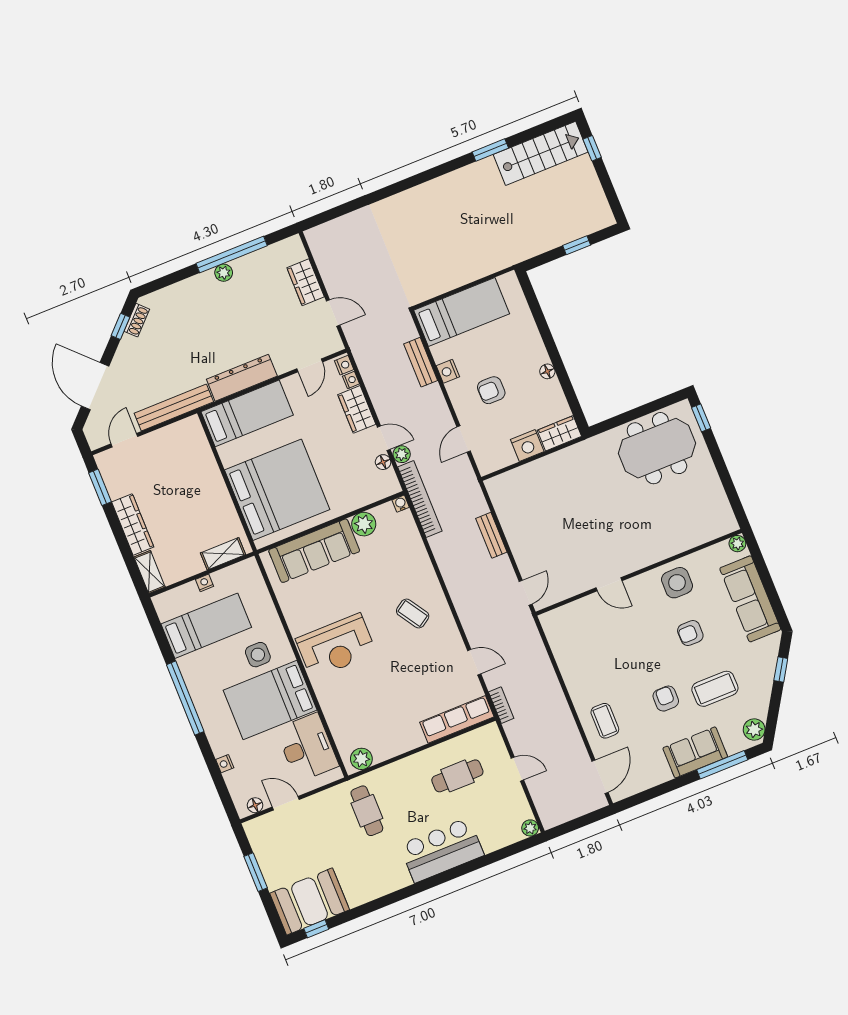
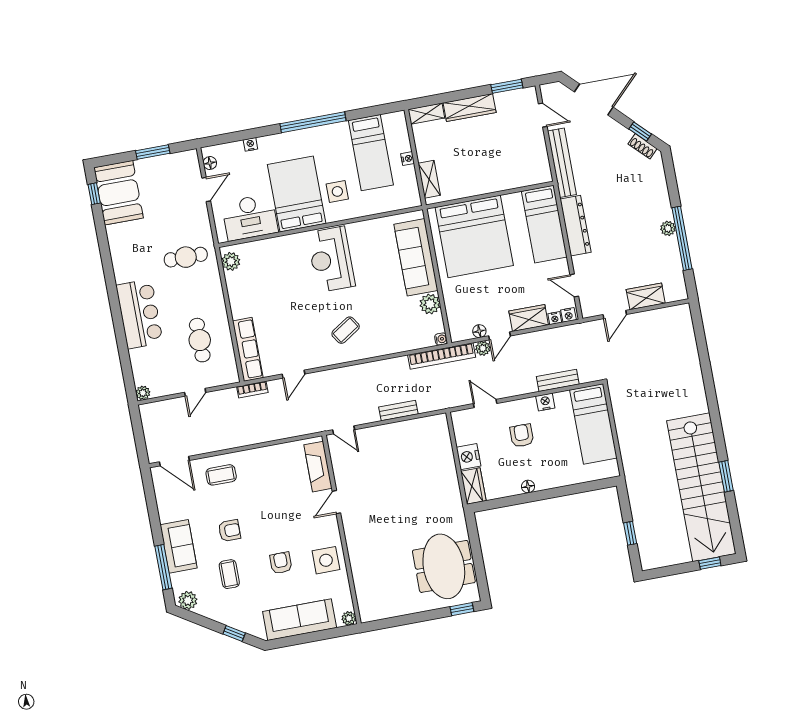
stairs: (541, 153) -> (701, 487), width x1.86, depth x1.51
fireplace: (573, 613) -> (318, 467), added
coffee table: (715, 689) -> (229, 574), width x0.73, depth x0.77

